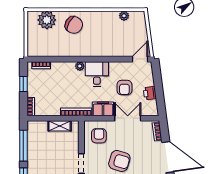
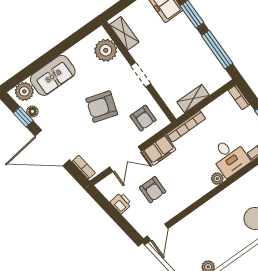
desk: (97, 74) -> (230, 157), moved
armchair: (124, 88) -> (153, 190), turned 180

